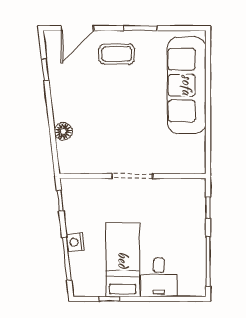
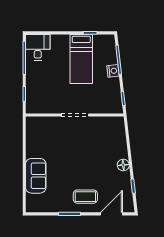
sofa: (187, 85) -> (36, 176), width x0.54, depth x0.79
floor lamp: (63, 131) -> (123, 165), moved
desk: (159, 277) -> (38, 47), moved

